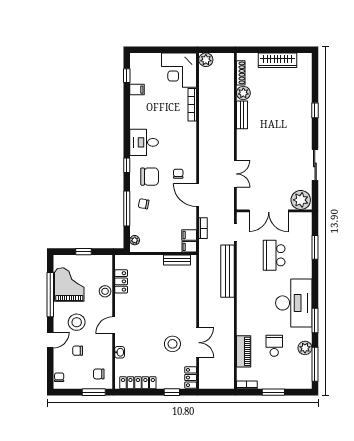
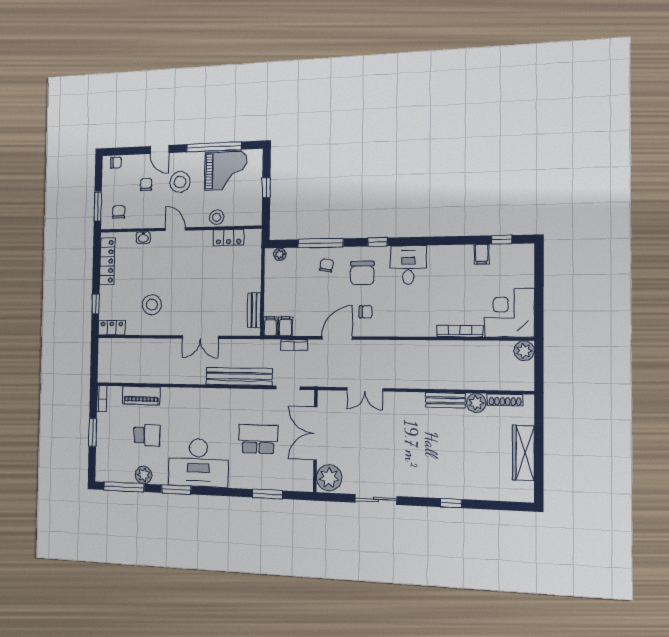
double door: (198, 343) -> (200, 337), moved

